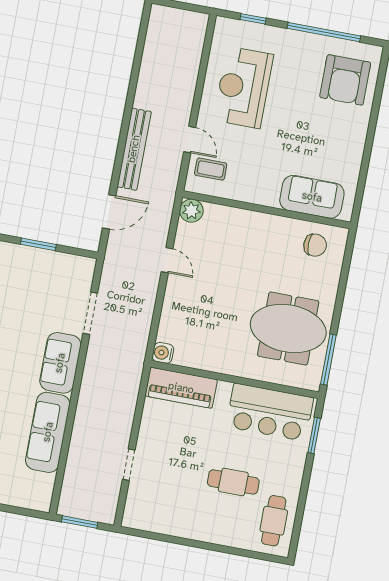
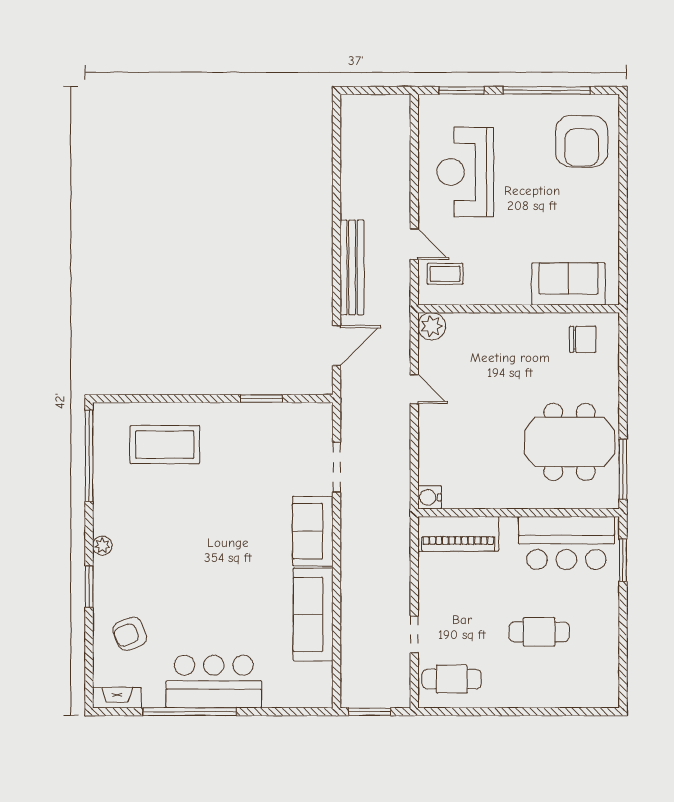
window: (253, 19) -> (462, 90), width x1.50
cafe table: (274, 521) -> (452, 679), moved, turned 90

